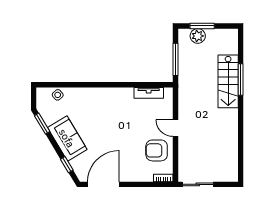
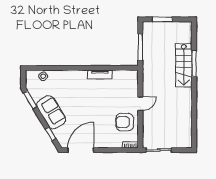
plant: (198, 36) -> (159, 28), removed
tv unit: (149, 93) -> (100, 75), moved
door: (175, 128) -> (140, 104), swing flipped

